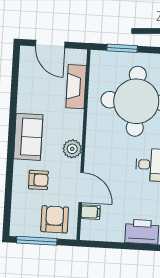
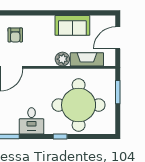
sofa: (28, 137) -> (72, 25), moved
plant: (72, 149) -> (62, 59), moved

